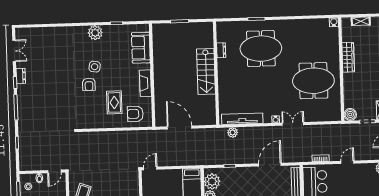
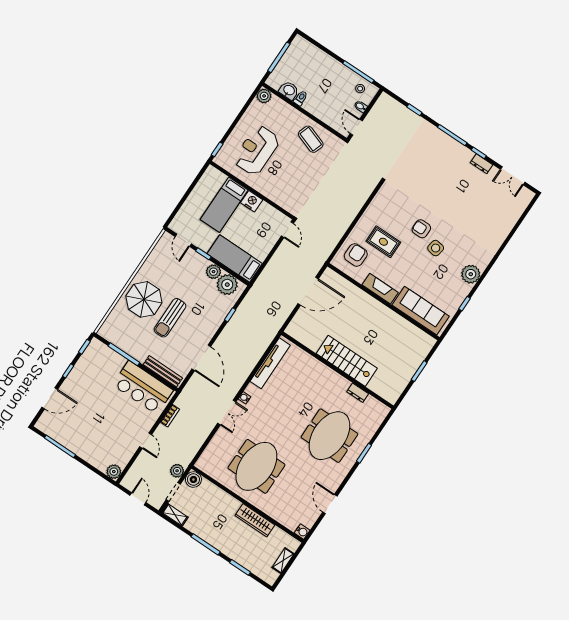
door: (304, 17) -> (330, 504), added
sofa: (141, 48) -> (421, 311), width x1.36
plant: (233, 132) -> (177, 471), moved

